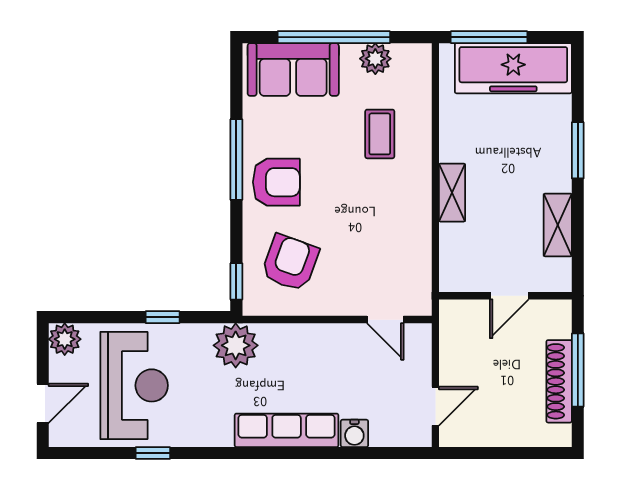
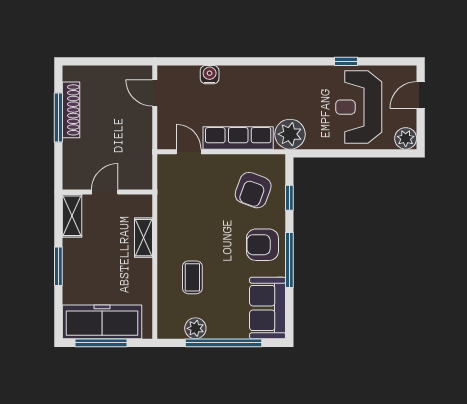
window: (489, 37) -> (101, 343), moved
sofa: (293, 69) -> (268, 308), moved, turned -90
window: (236, 281) -> (289, 198), moved
wall: (505, 296) -> (107, 192), moved
door: (509, 296) -> (105, 192), moved
window: (163, 317) -> (339, 153), removed
door: (435, 406) -> (155, 93), hinge flipped
row of seats: (287, 430) -> (238, 138), moved, turned 180

